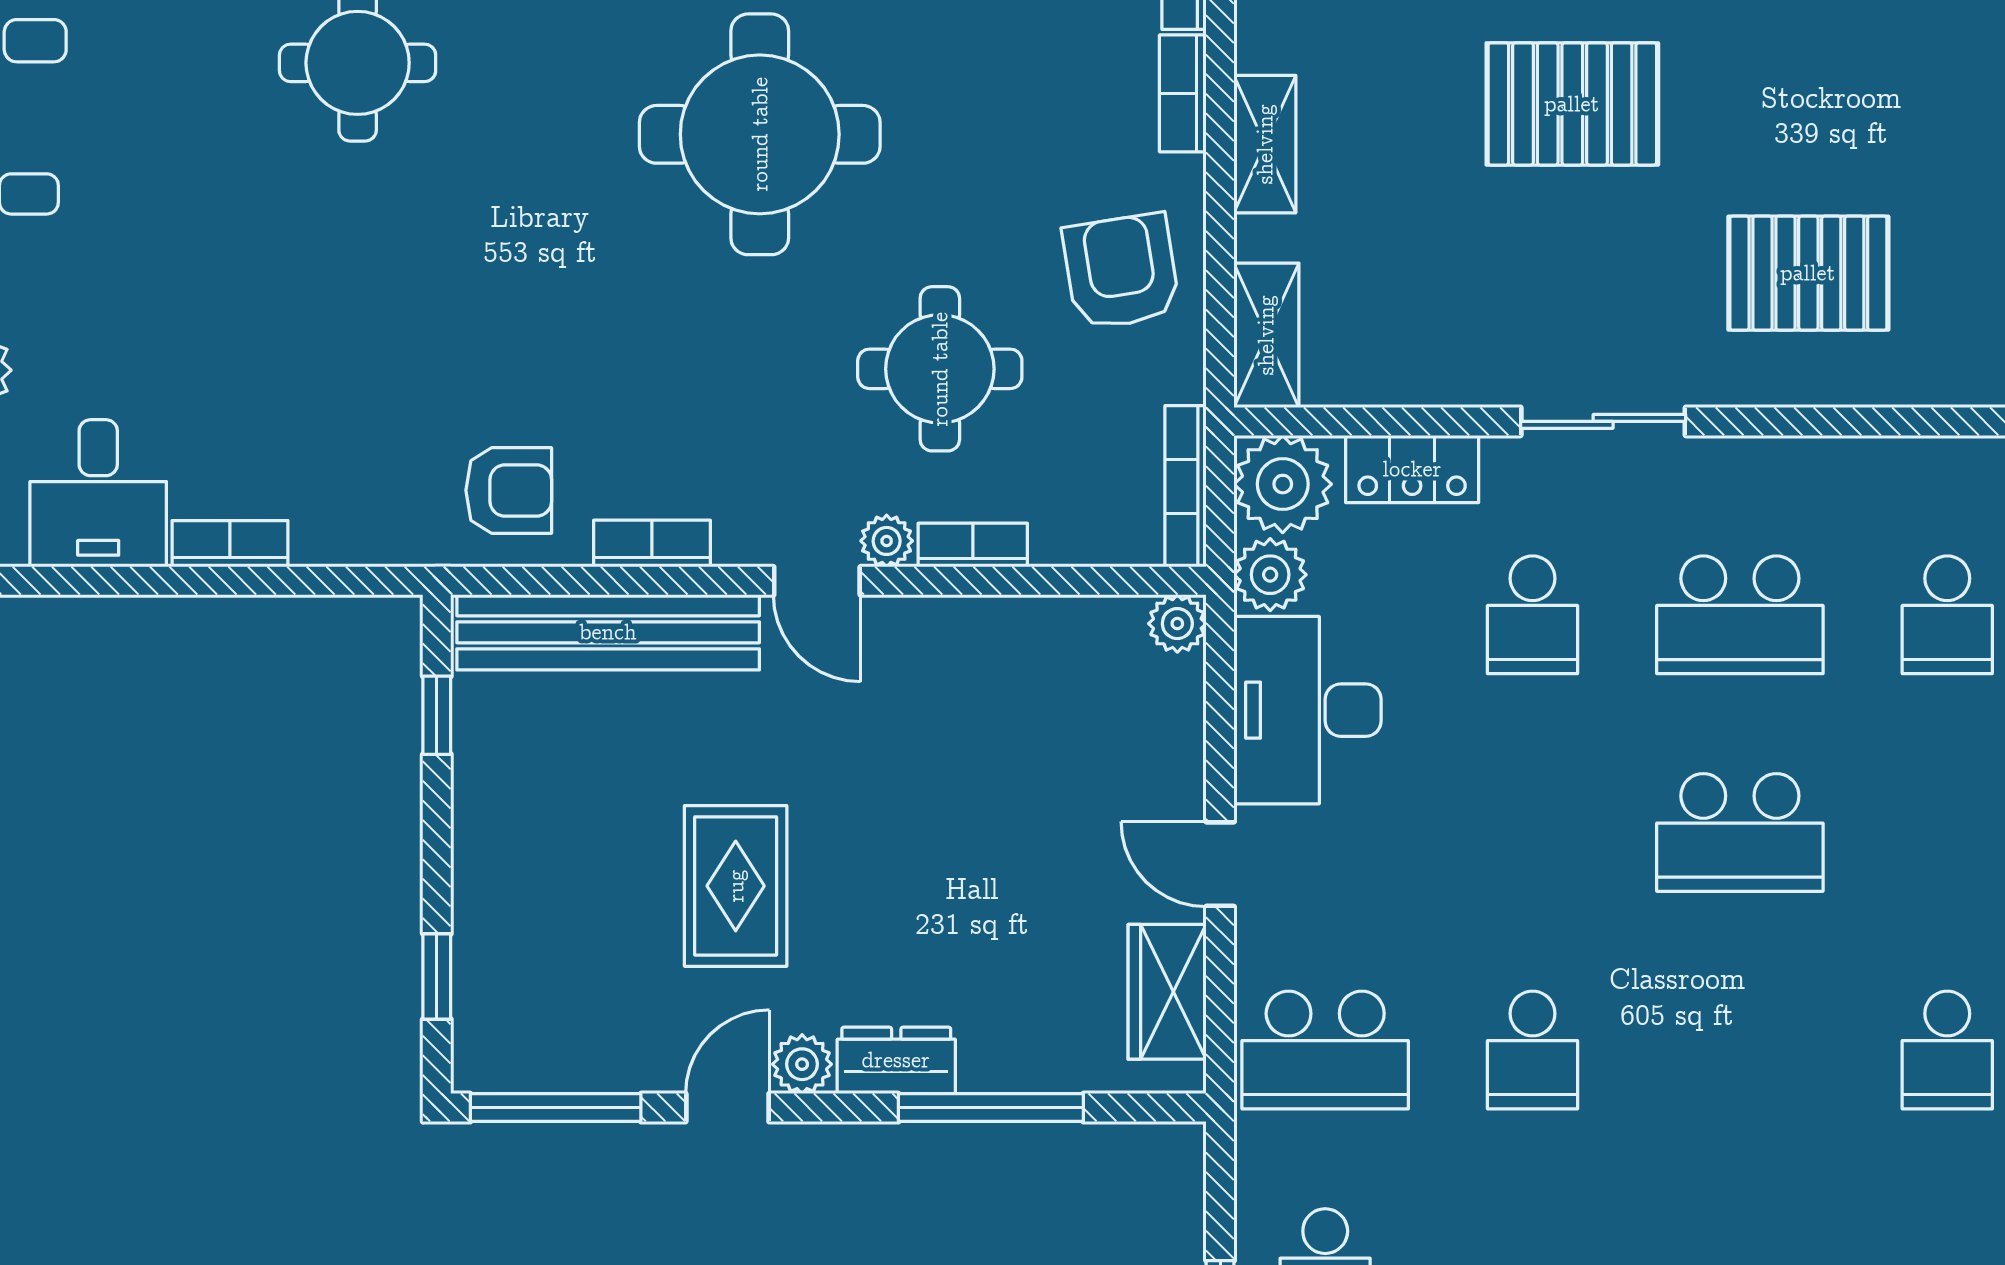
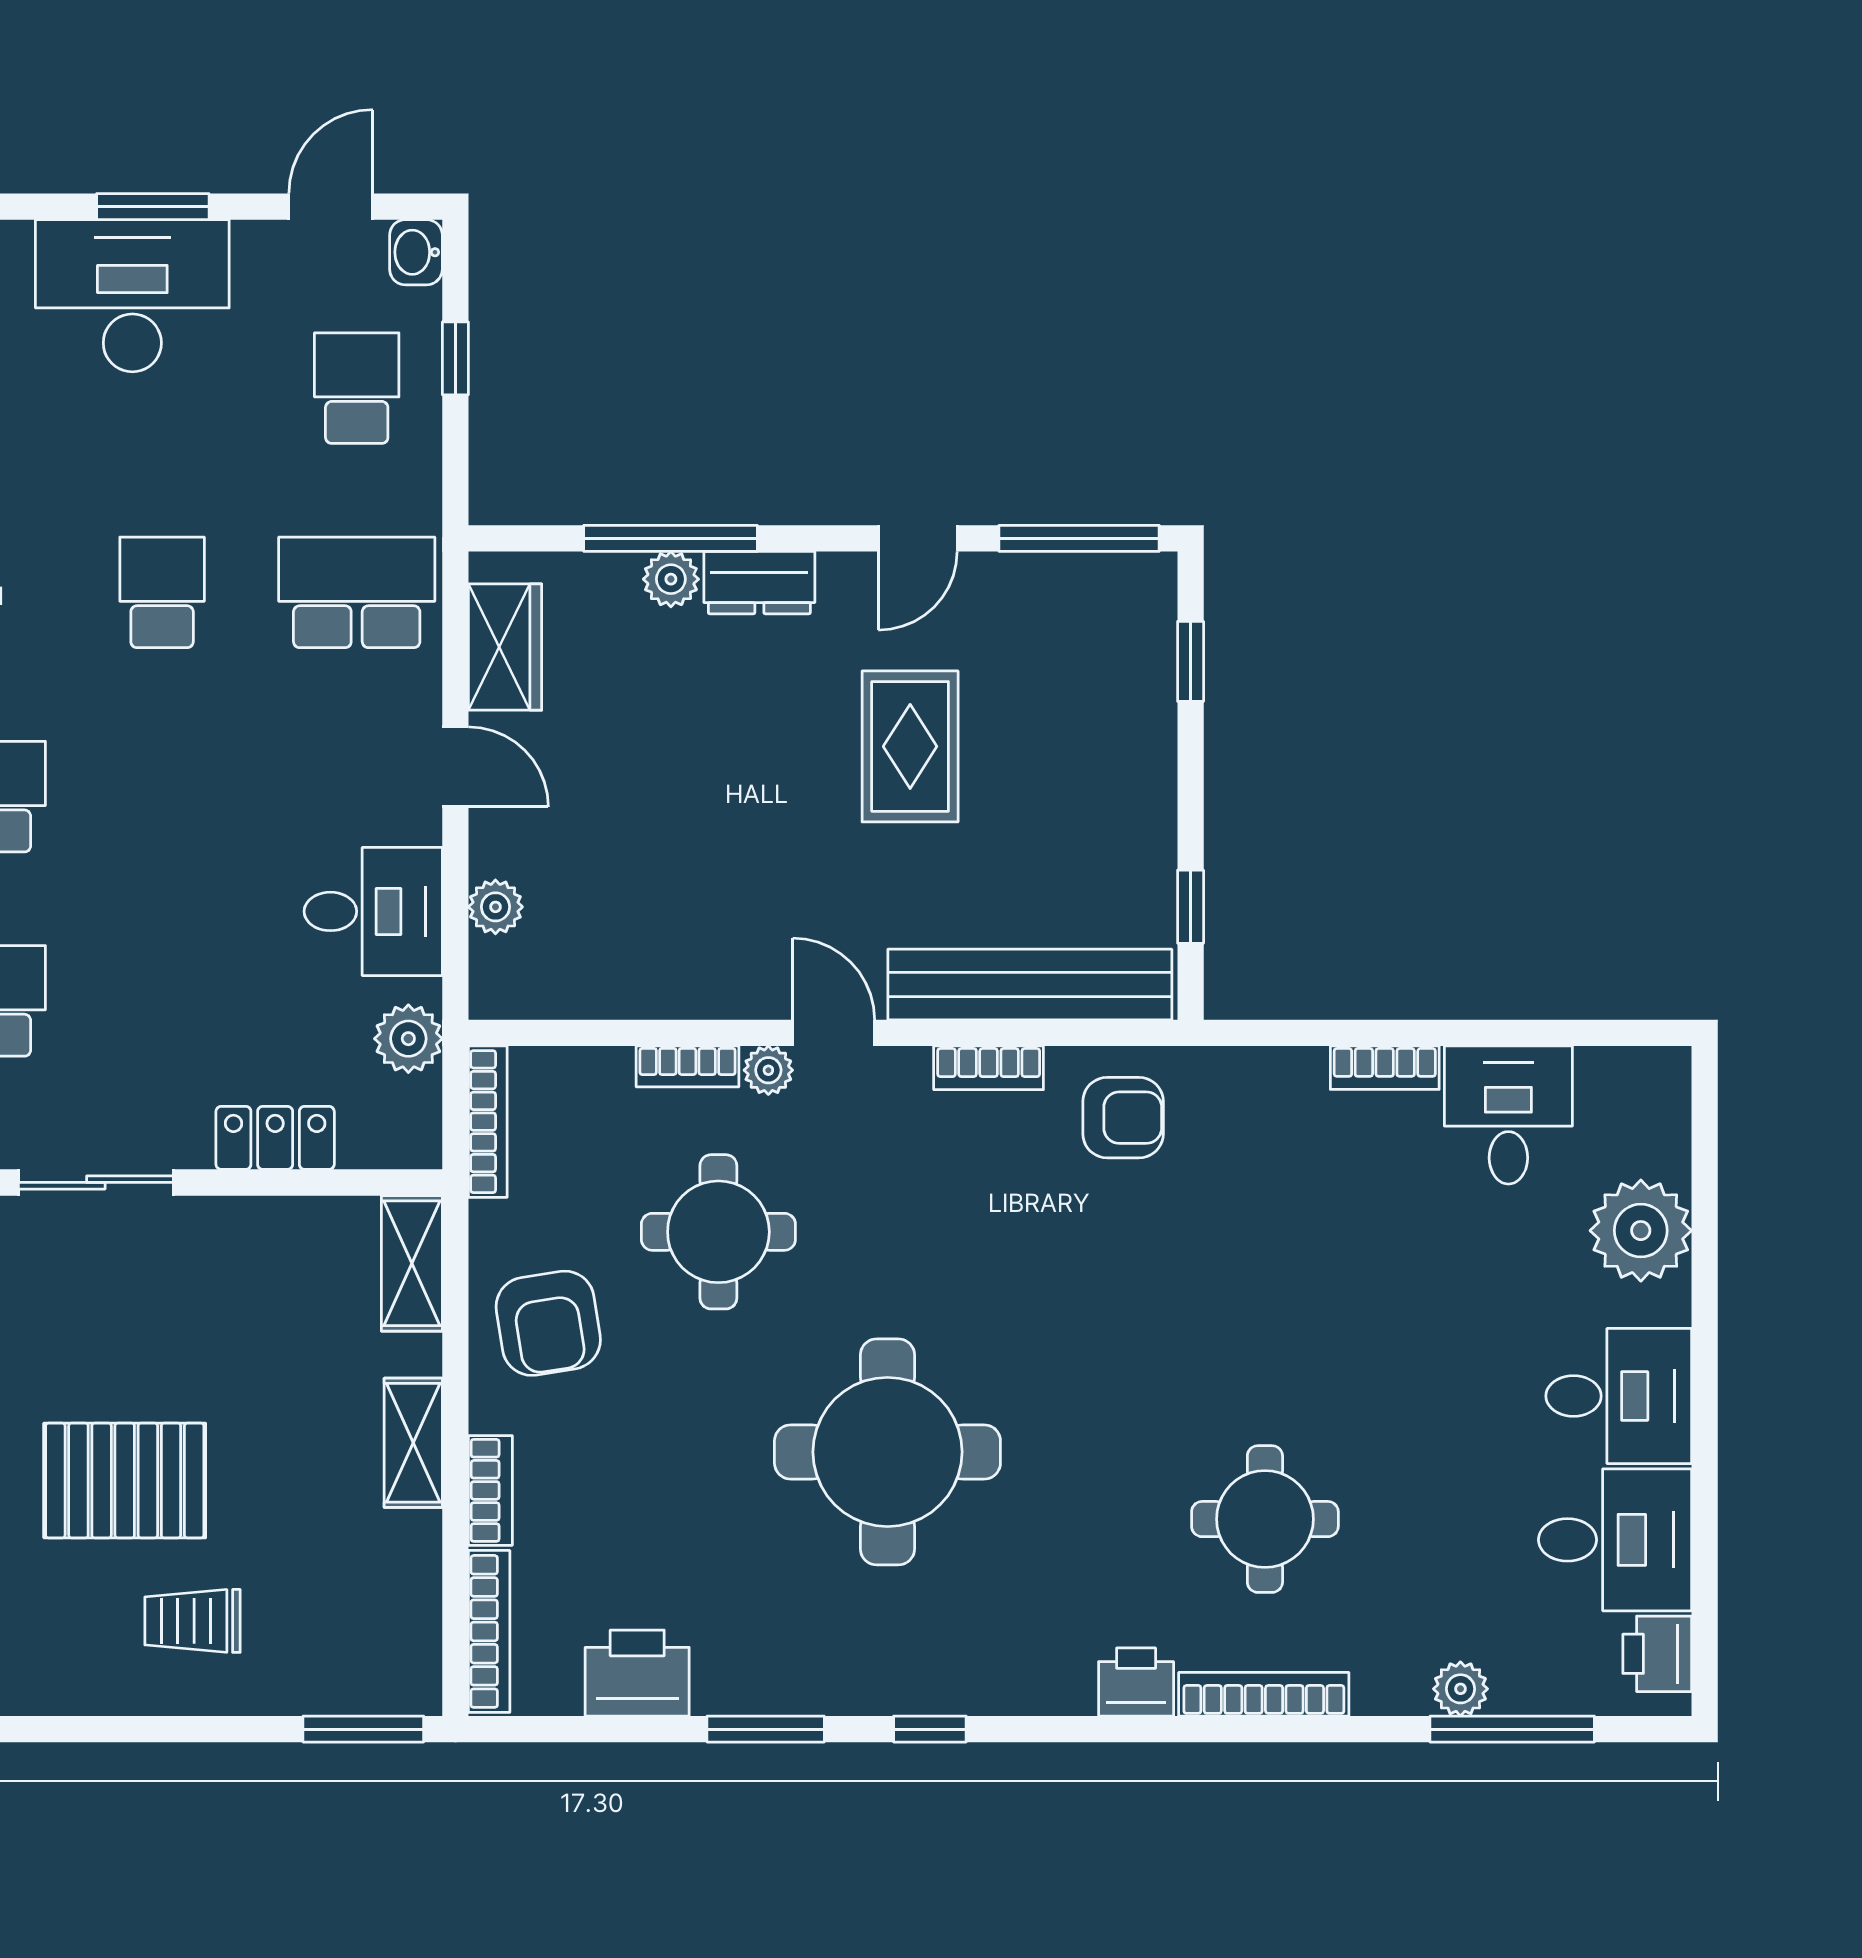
plant: (1283, 484) -> (397, 1124), removed
armchair: (509, 490) -> (1123, 1118), turned 180
school desk: (1533, 615) -> (162, 1001), removed
plant: (1177, 624) -> (495, 907), moved
desk: (1308, 710) -> (373, 911), width x0.73
plant: (802, 1064) -> (671, 579), moved

